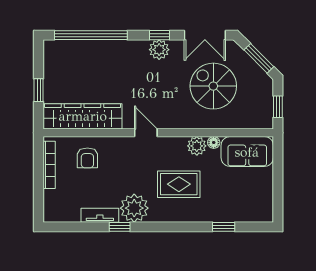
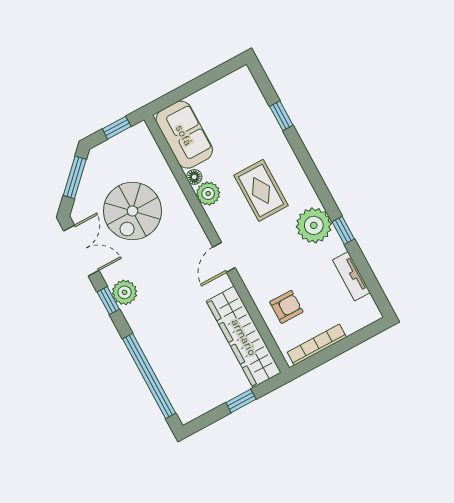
tv unit: (100, 215) -> (351, 276), moved

